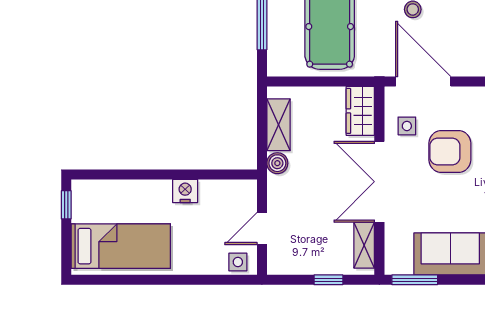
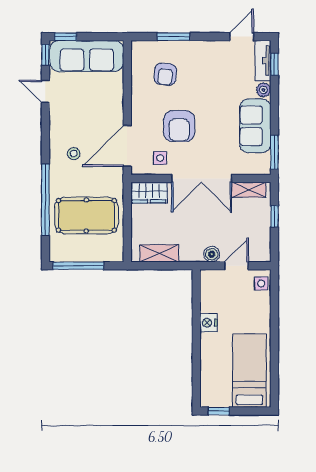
boiler: (277, 163) -> (212, 254), moved
door: (262, 229) -> (236, 266), swing flipped

